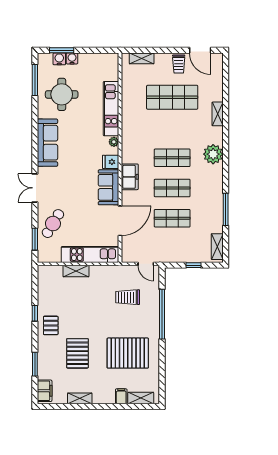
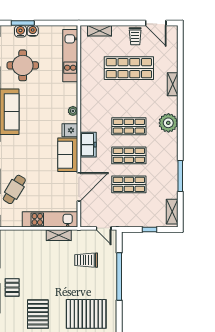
kitchen unit: (111, 109) -> (70, 56), moved
shelving: (76, 271) -> (59, 235), moved

